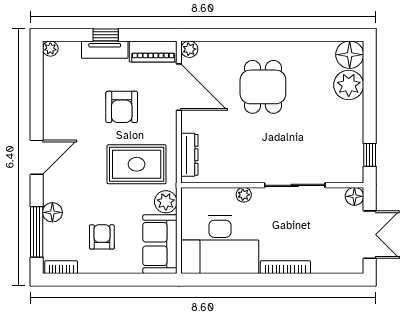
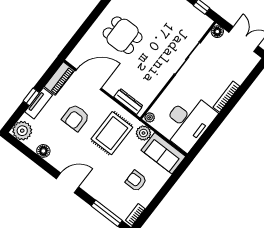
plant: (50, 49) -> (22, 131), width x1.88, depth x1.88
plant: (189, 49) -> (73, 59), removed
armchair: (122, 107) -> (76, 118), turned 90
door: (37, 157) -> (68, 183), hinge flipped
plant: (244, 195) -> (150, 117), moved
floor lamp: (52, 212) -> (43, 151), moved

